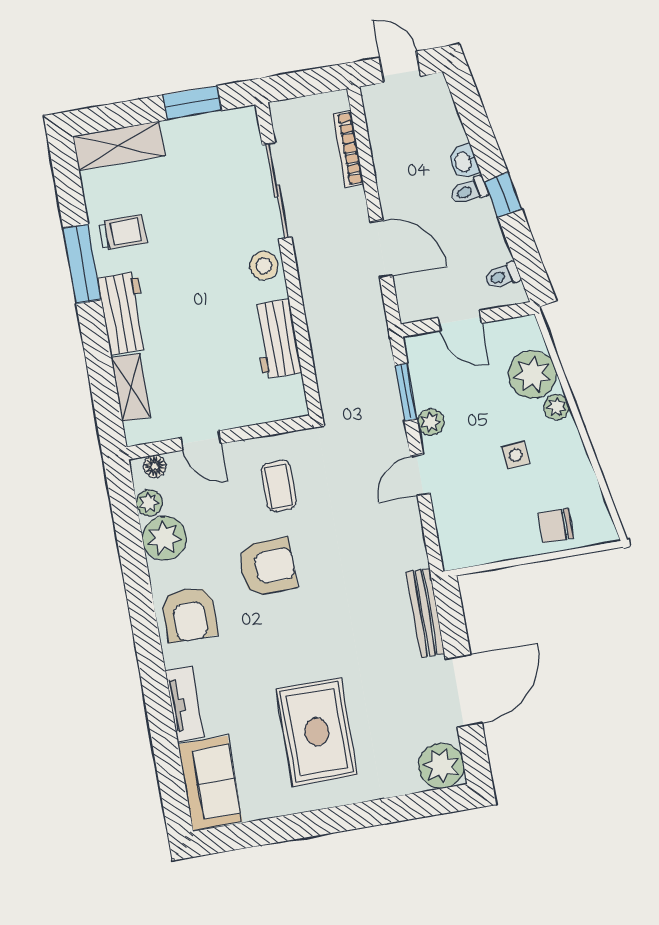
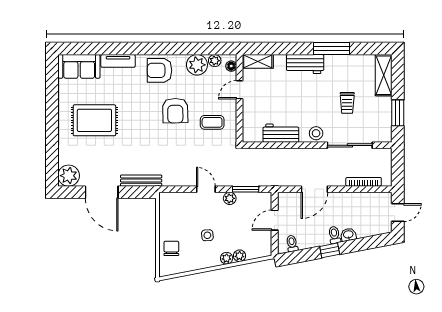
trolley: (123, 232) -> (347, 103), moved
plant: (532, 374) -> (239, 256), width x0.53, depth x0.53
shelving: (131, 387) -> (258, 61), moved

